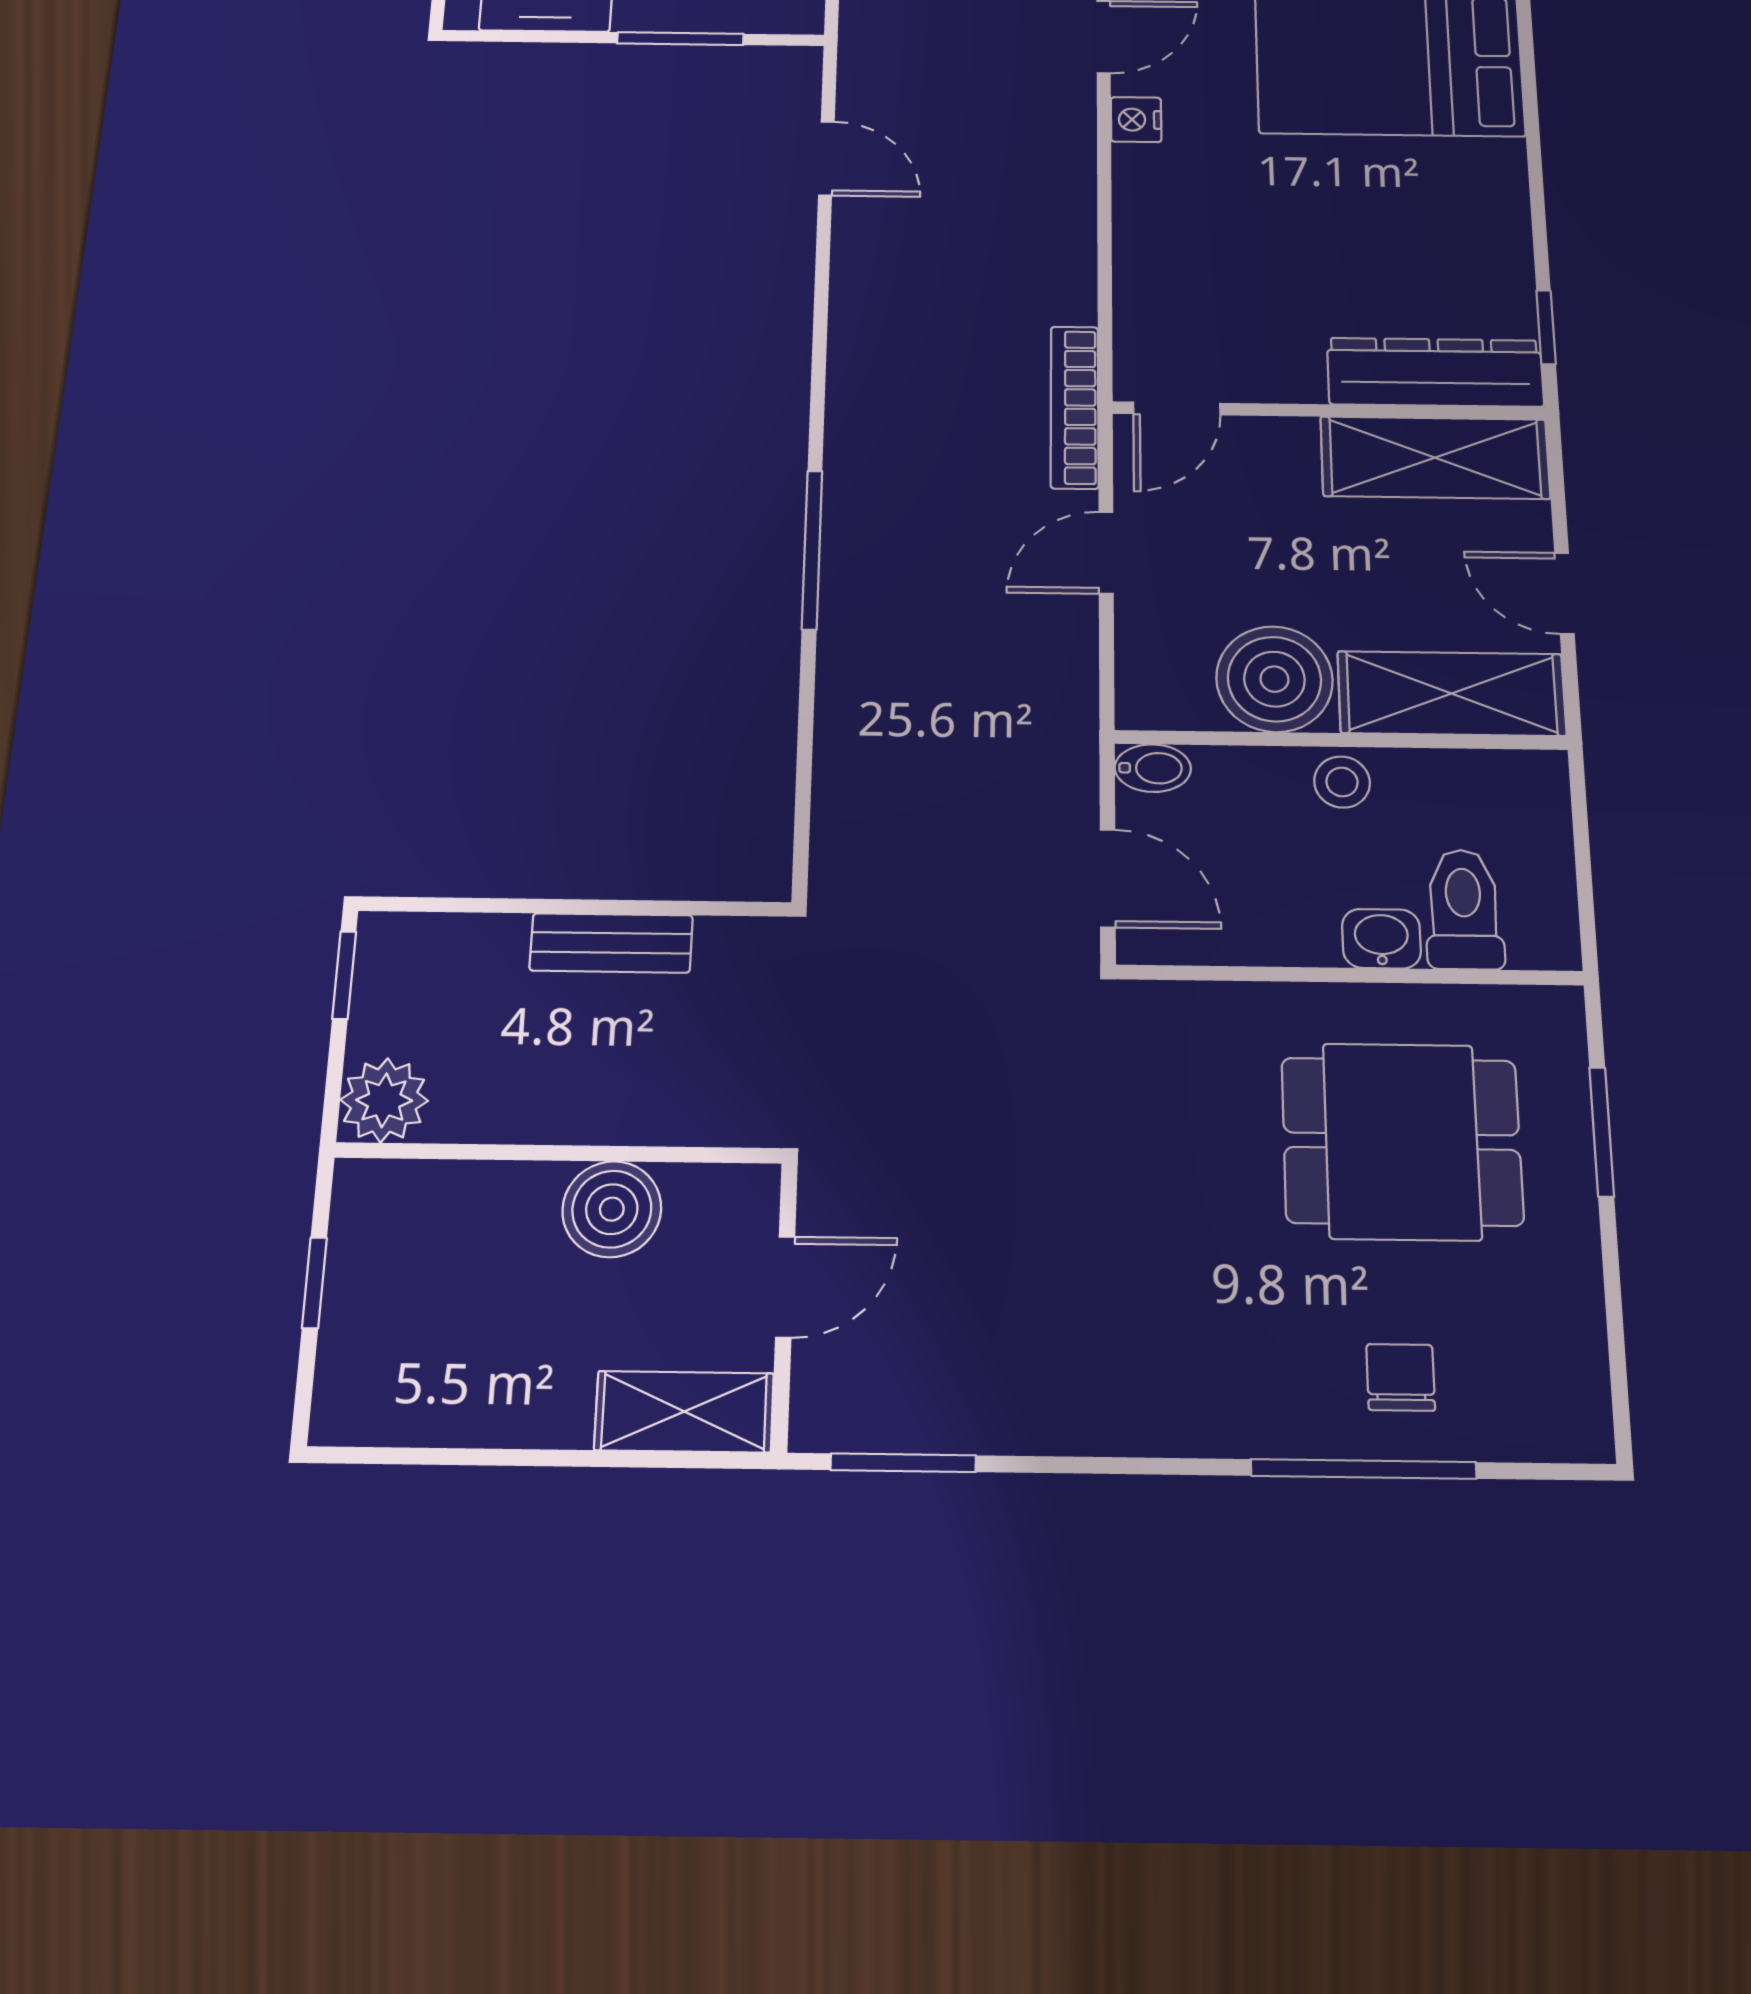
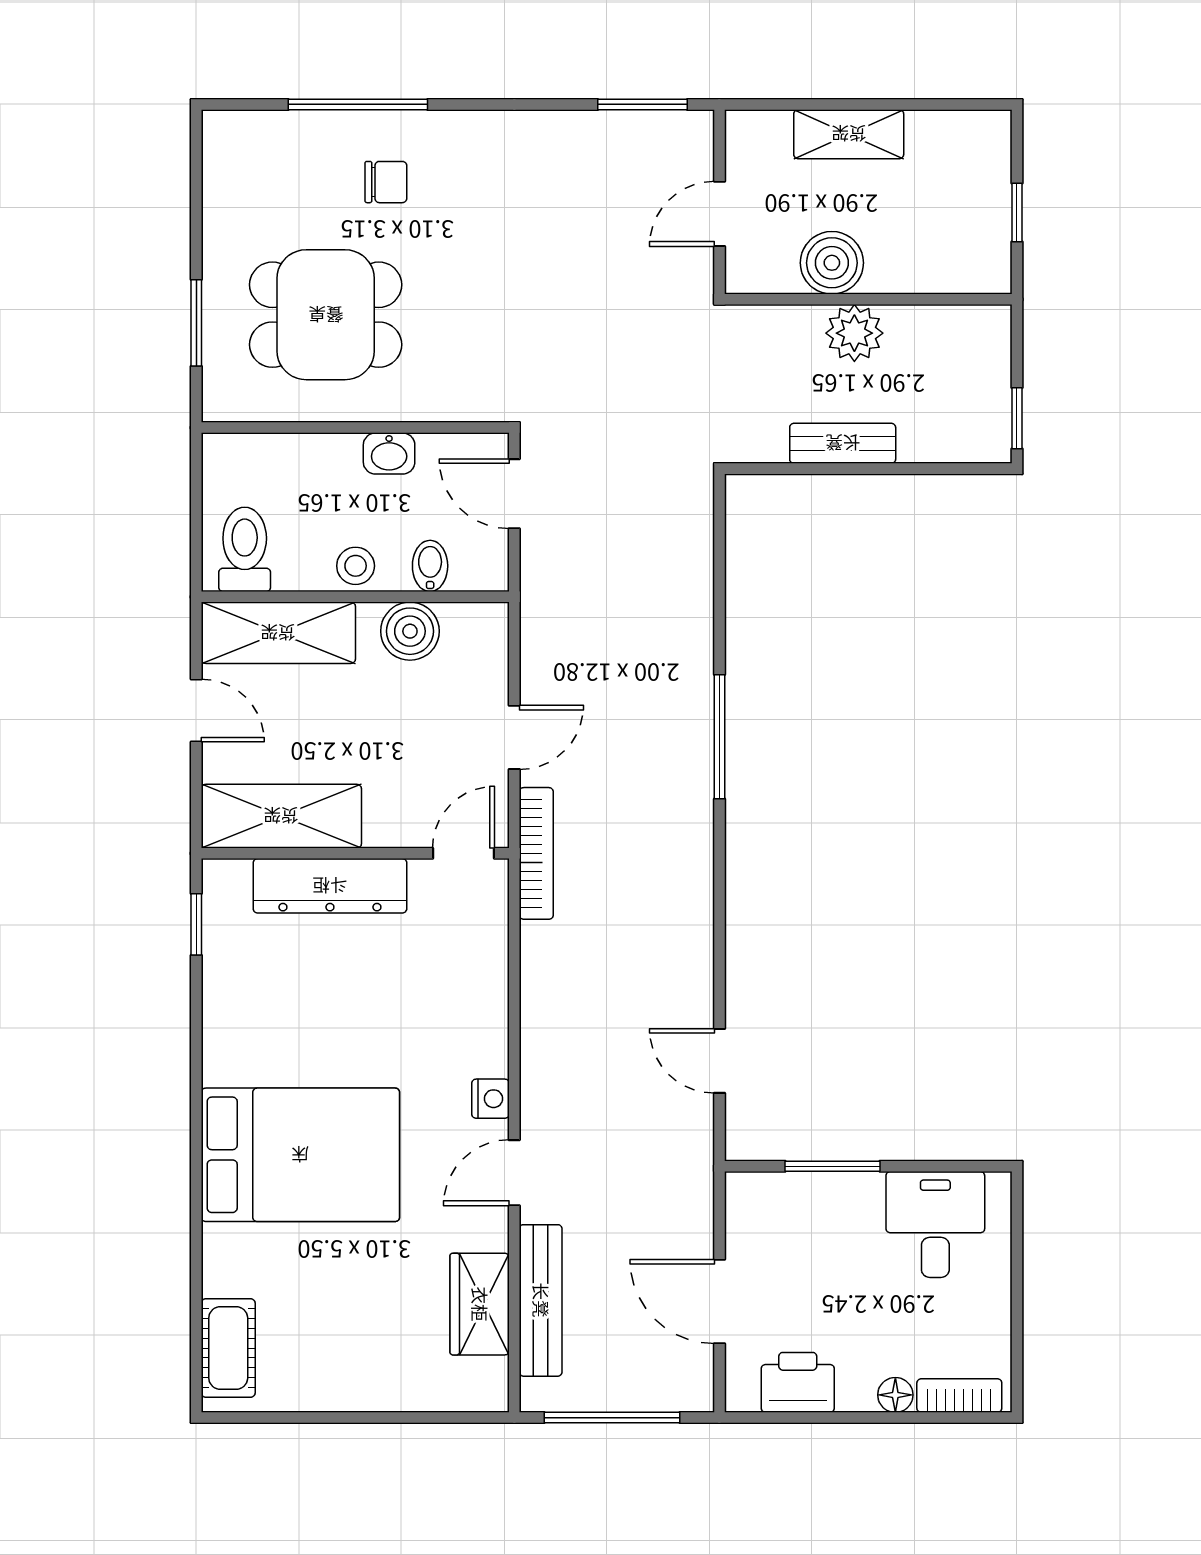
dresser: (1435, 372) -> (330, 886), moved
boiler: (1274, 679) -> (410, 631), width x0.73, depth x0.73
bidet: (1153, 768) -> (430, 566), moved, turned 90
toilet: (1464, 909) -> (245, 549), moved, turned 180
washbasin: (1381, 939) -> (389, 453), moved
plant: (384, 1100) -> (854, 333), moved
chair: (1401, 1377) -> (386, 182), moved, turned -90
shelving: (684, 1412) -> (849, 134), moved

